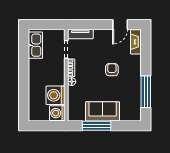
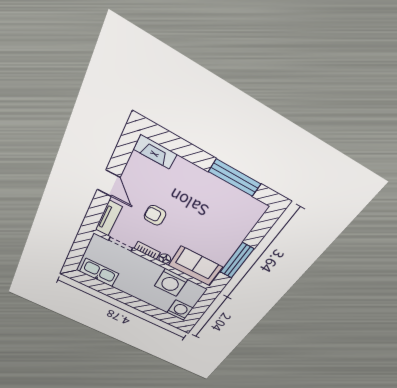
door: (120, 25) -> (109, 183), moved
armchair: (112, 70) -> (155, 215), moved
sofa: (103, 111) -> (195, 266), moved, turned 90
washing machine: (57, 113) -> (180, 310), moved, turned 180

